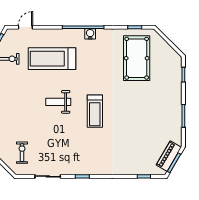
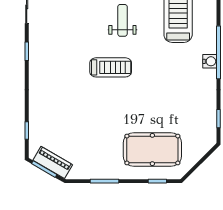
pool table: (137, 58) -> (152, 150), moved
treadmill: (95, 111) -> (111, 67), turned 180

